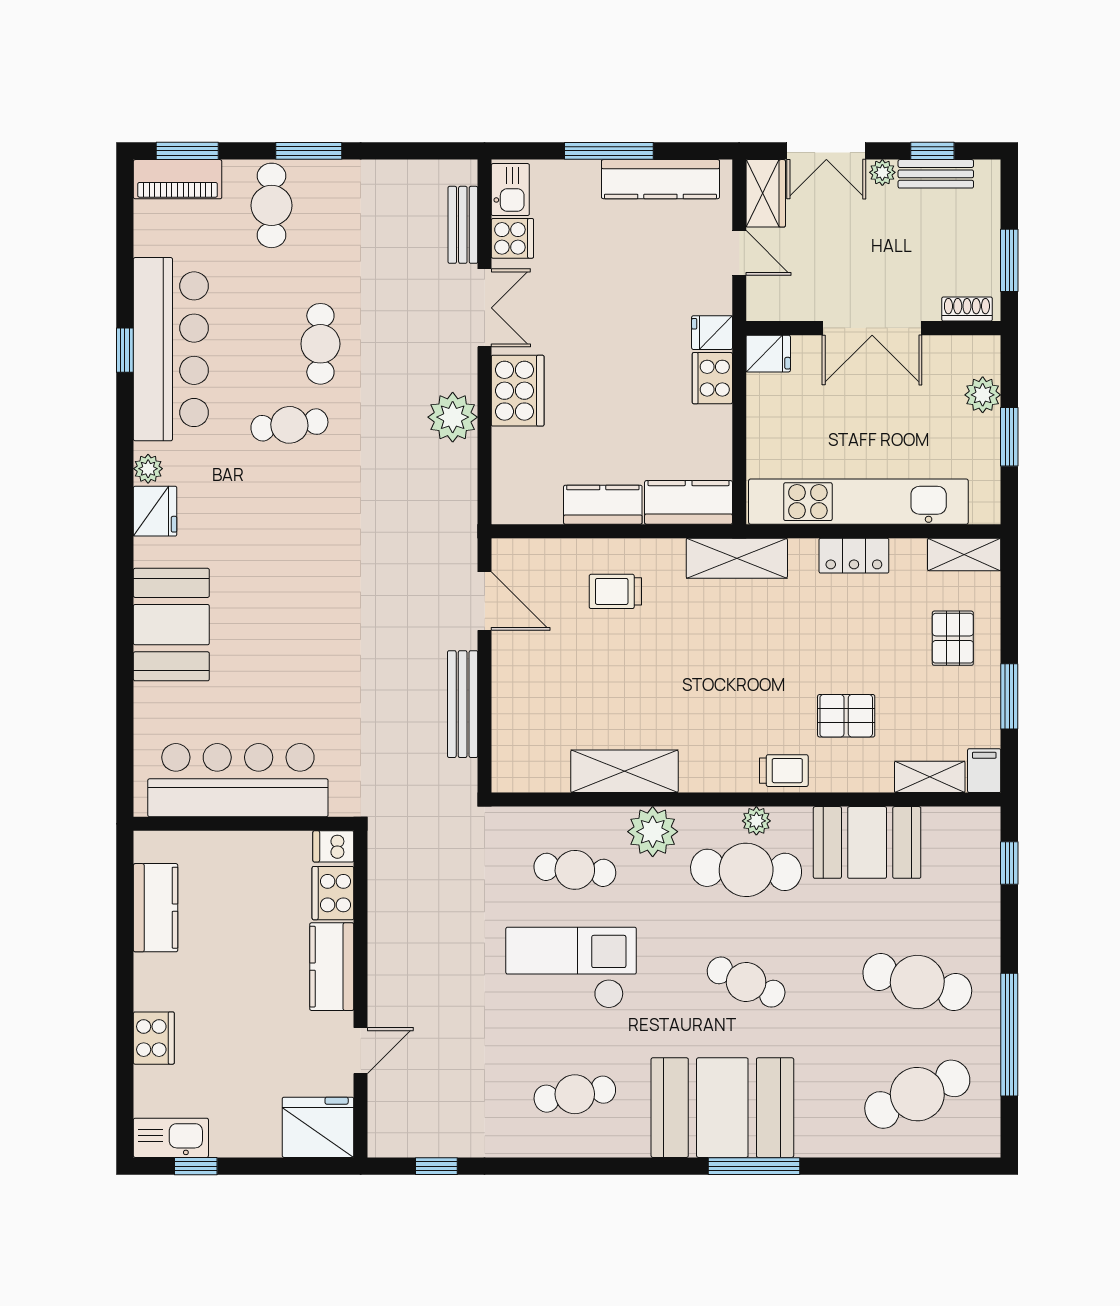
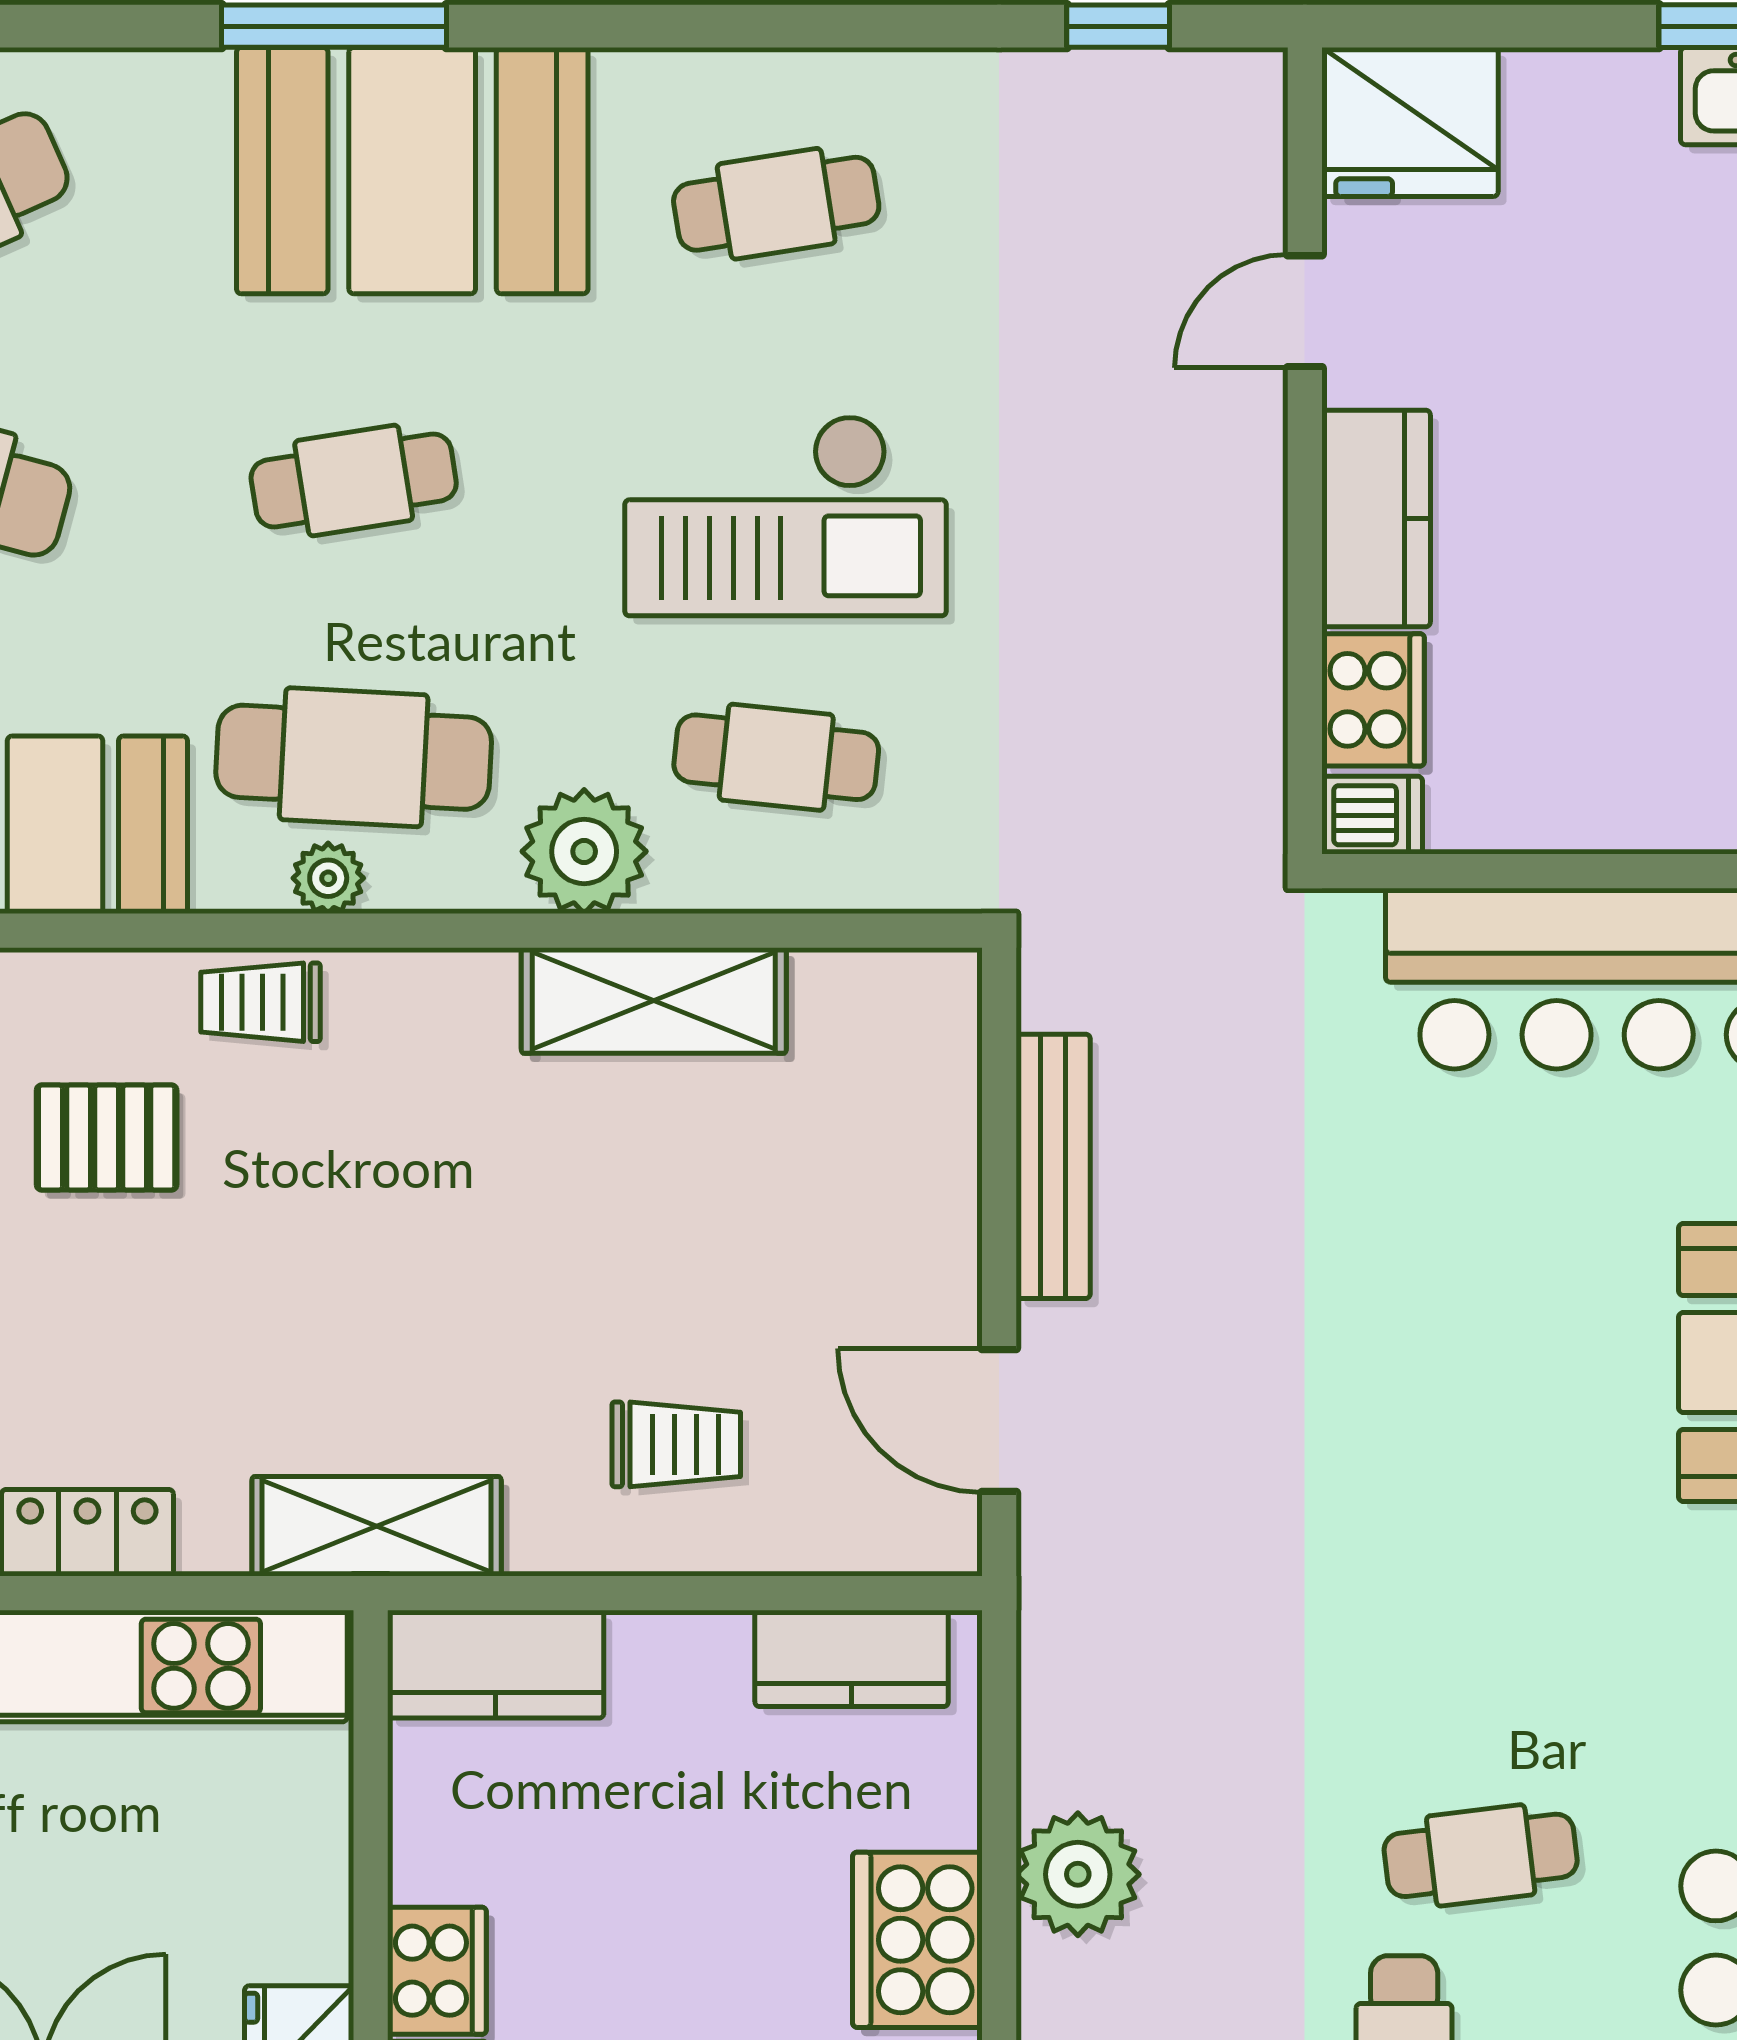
kitchen counter: (603, 505) -> (852, 1658), moved
cafe table: (746, 982) -> (354, 481), turned -33

